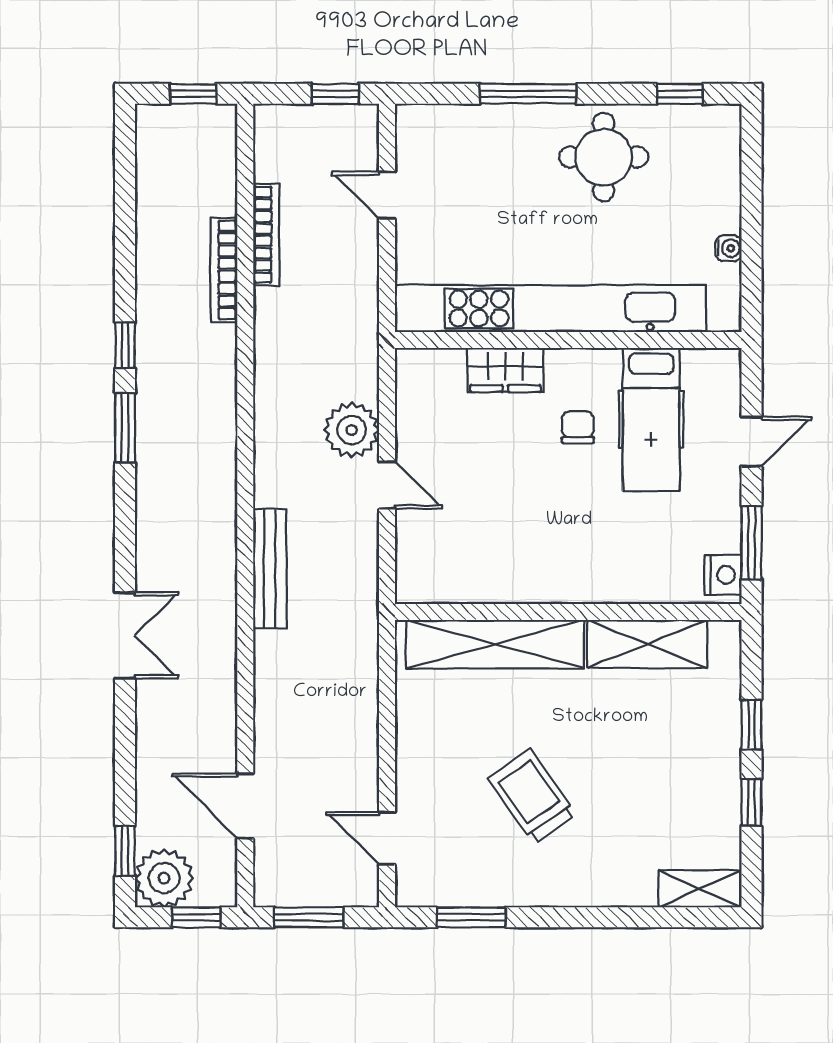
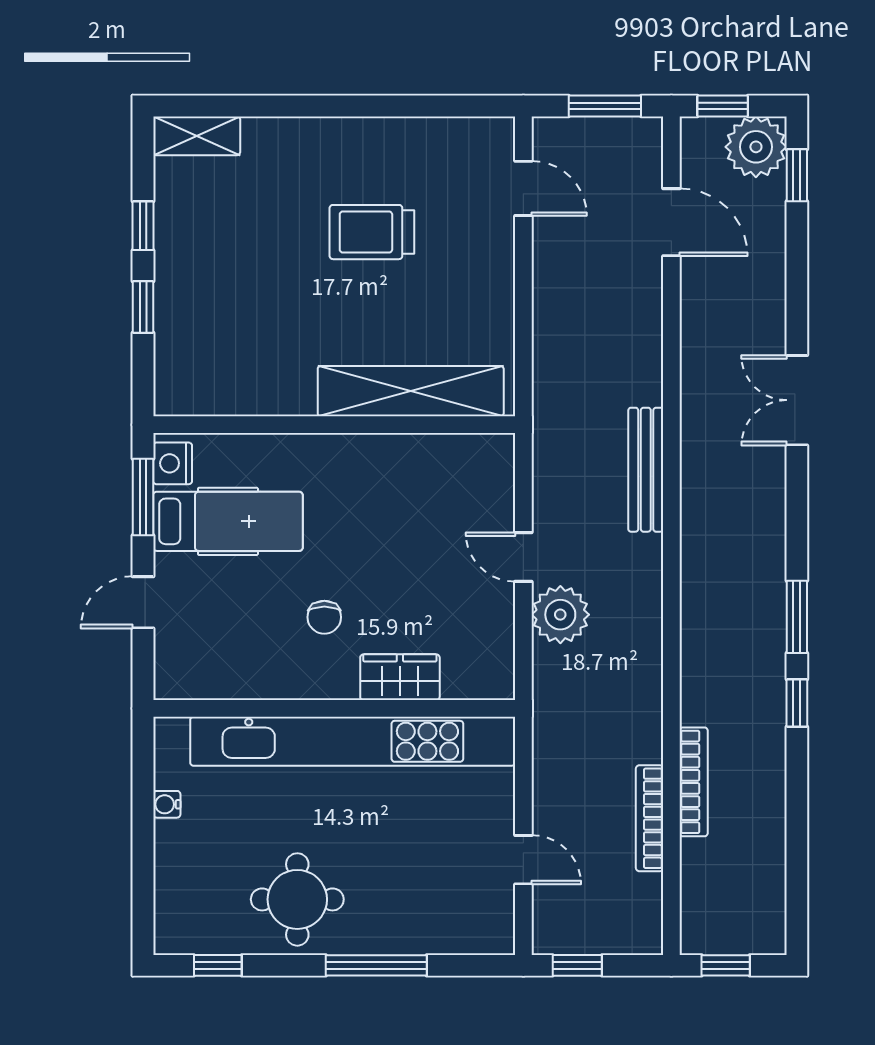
hospital bed: (651, 419) -> (228, 521), moved, turned 90
shelving: (647, 644) -> (252, 391), removed
trolley: (532, 797) -> (372, 232), turned 125
window: (471, 917) -> (435, 106), removed

